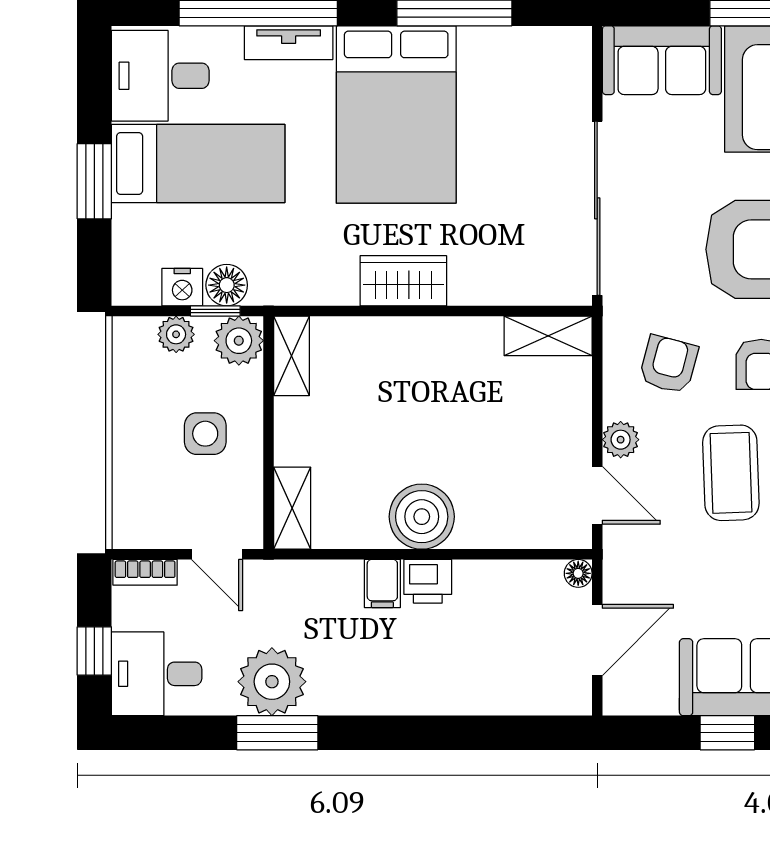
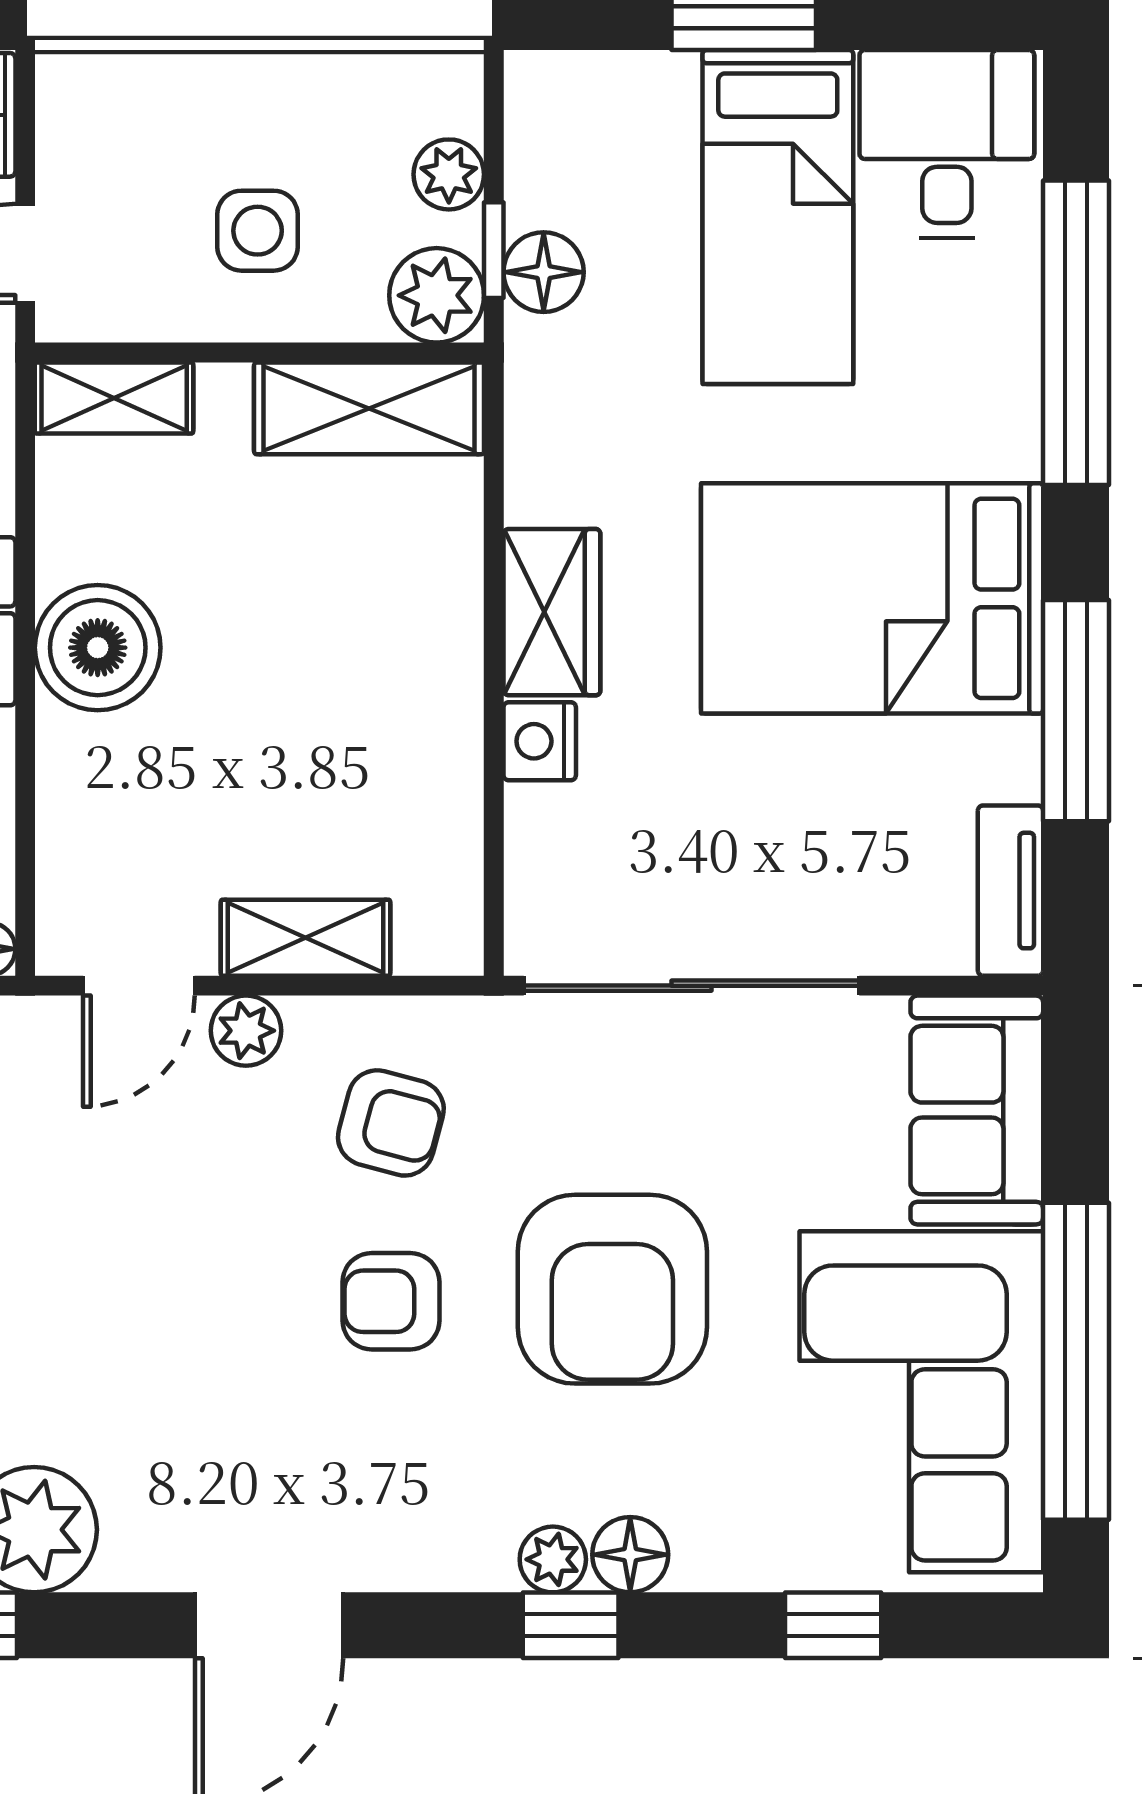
tv unit: (289, 43) -> (1010, 891), moved
nightstand: (182, 287) -> (540, 741), moved
shelving: (548, 336) -> (306, 938), moved, turned 90
shelving: (292, 356) -> (369, 408), width x1.50, depth x1.33
coffee table: (731, 473) -> (182, 1243), removed

